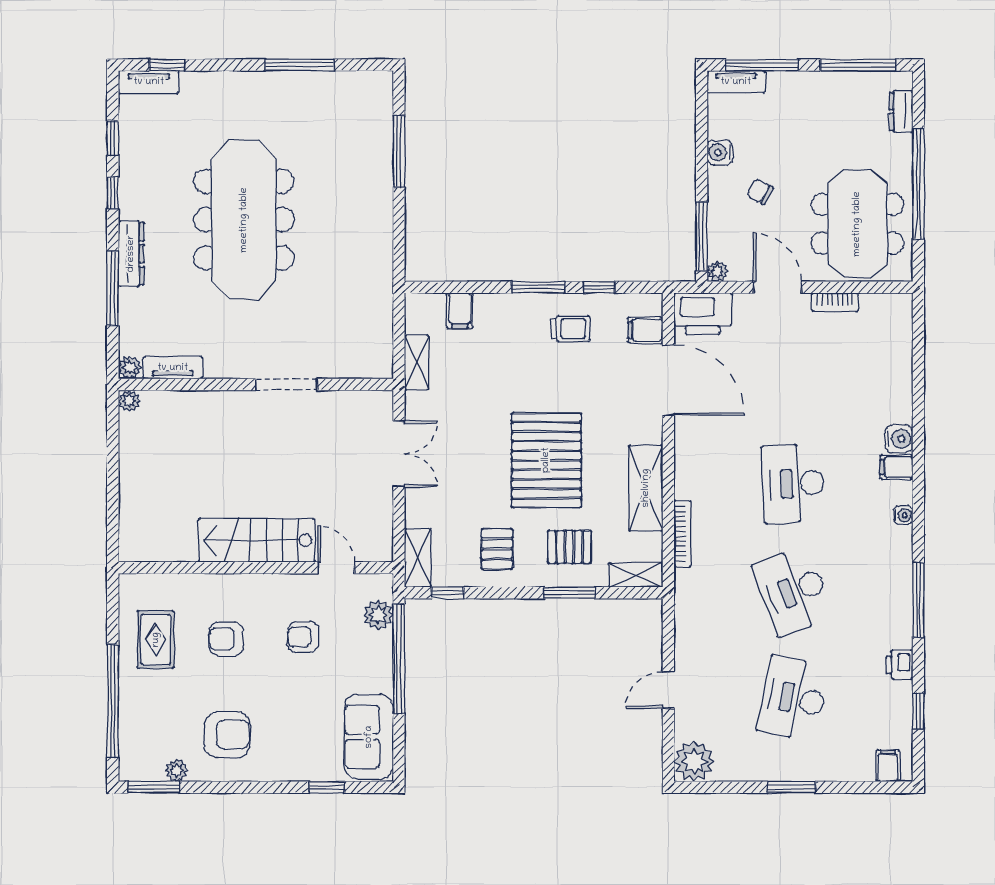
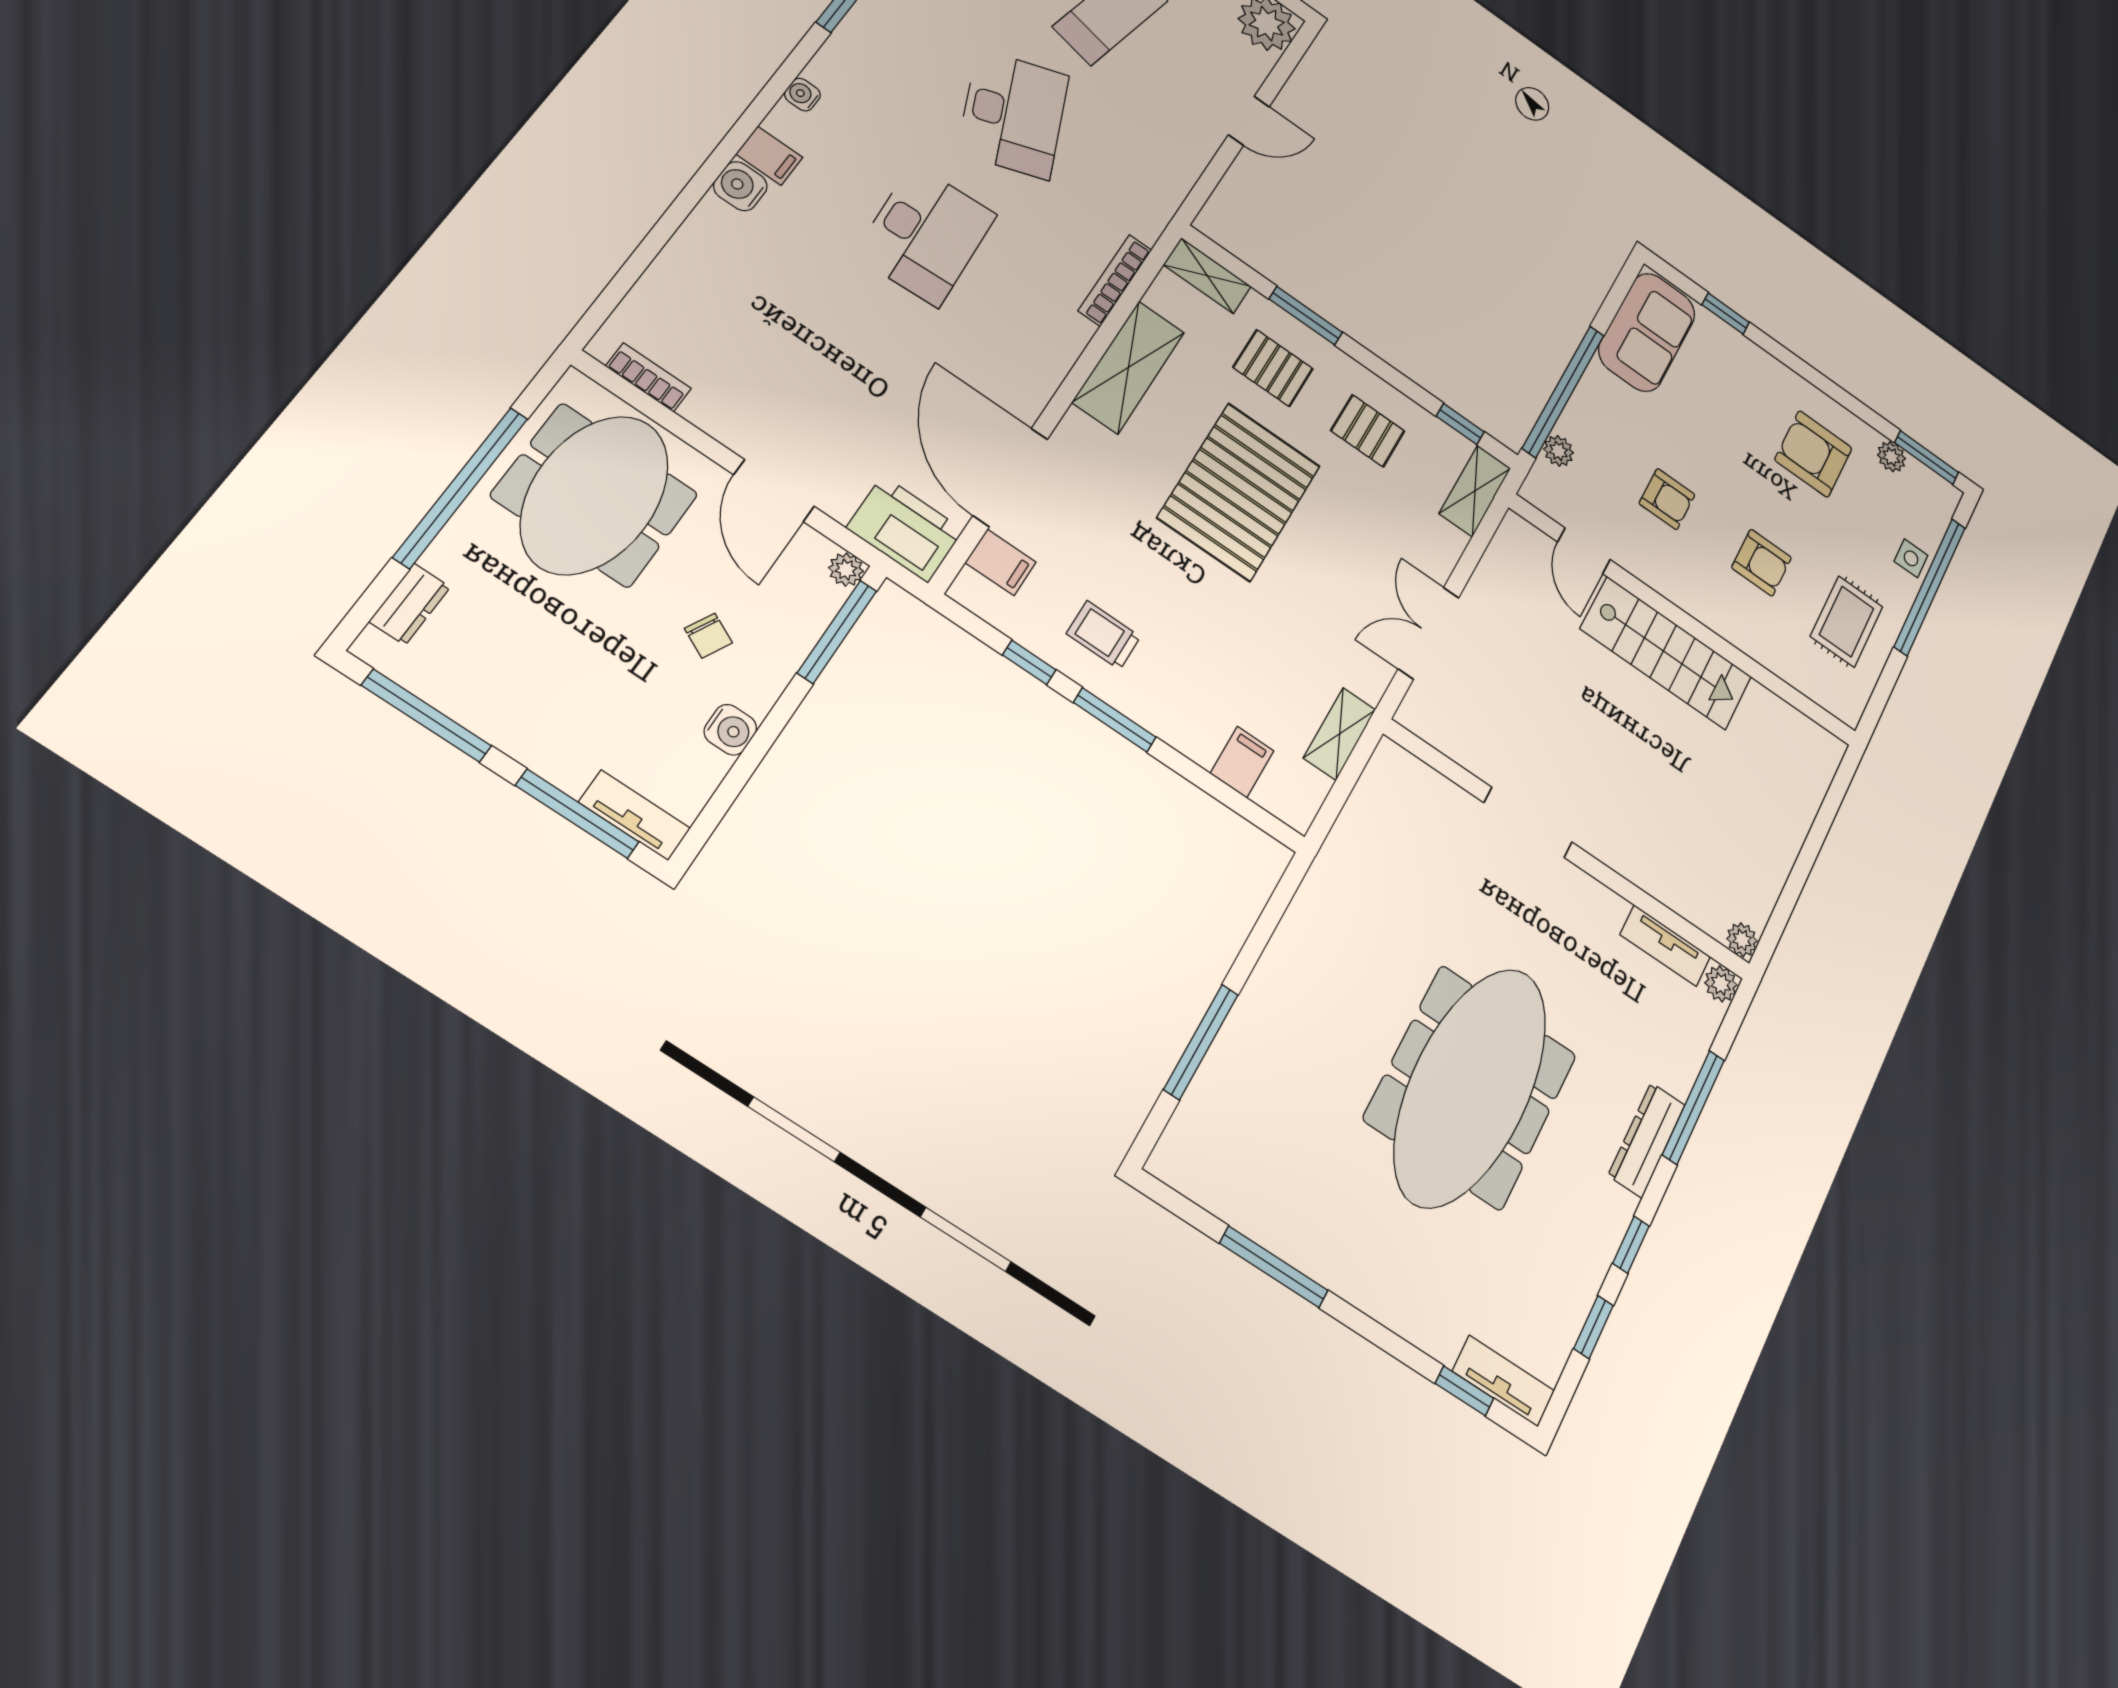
bookcase: (835, 302) -> (648, 377), moved
pallet: (497, 549) -> (1368, 431), turned 90
plant: (378, 615) -> (1558, 451), width x0.73, depth x0.73
side table: (133, 711) -> (1911, 558), added

